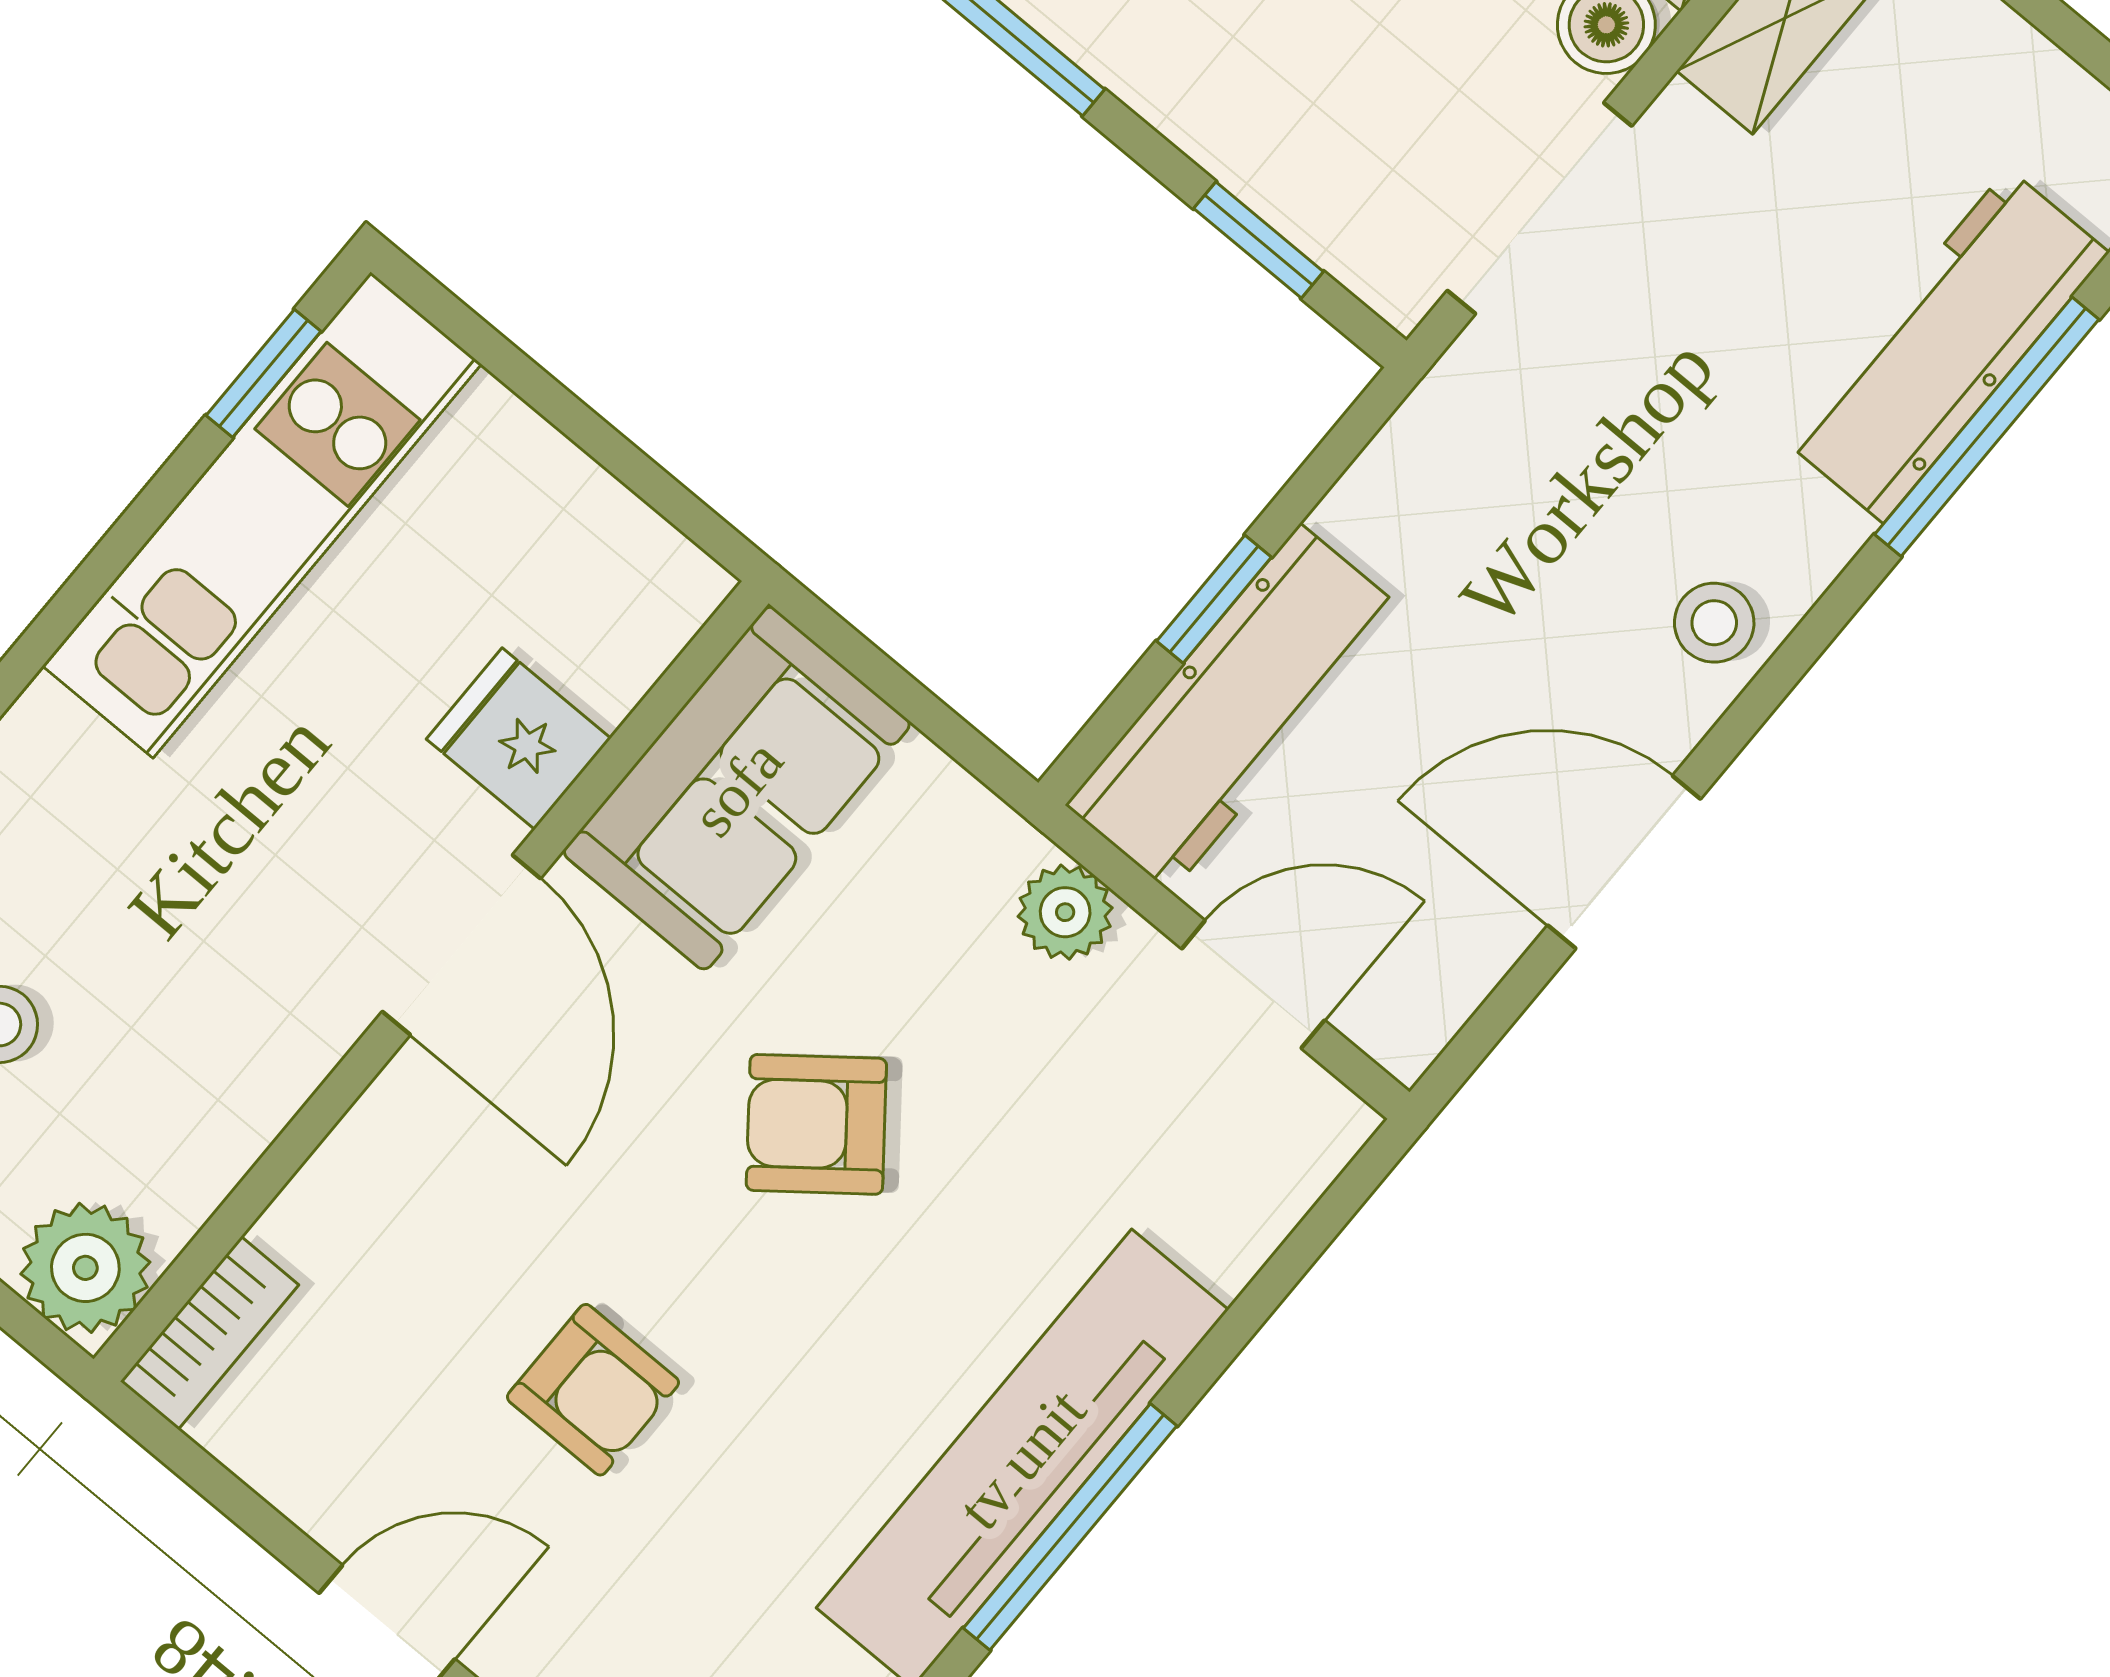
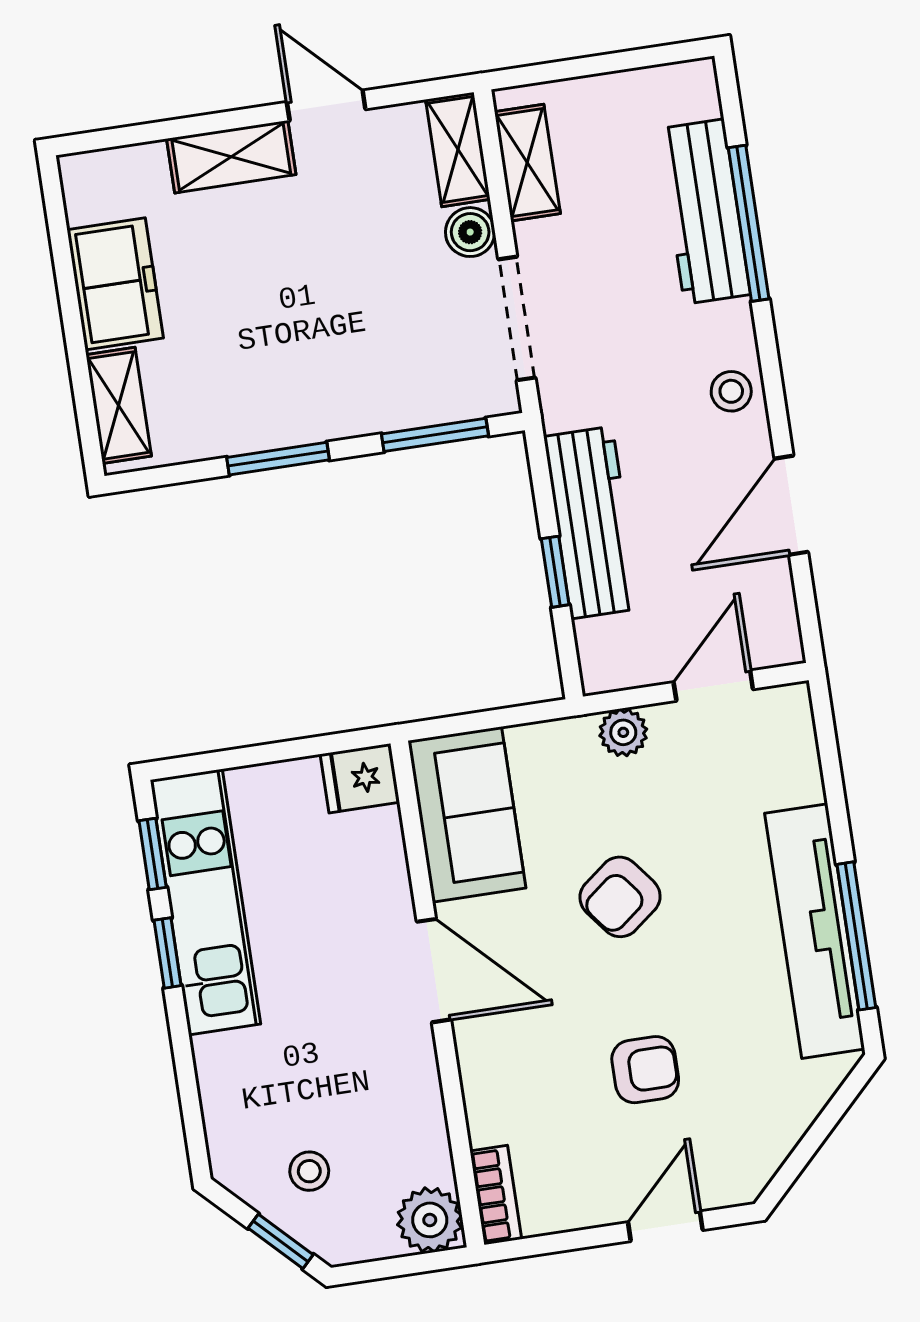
window: (1259, 240) -> (435, 435), width x1.50
window: (136, 526) -> (168, 953), added
workbench: (1235, 708) -> (592, 523), moved
fridge: (519, 739) -> (360, 778), moved

